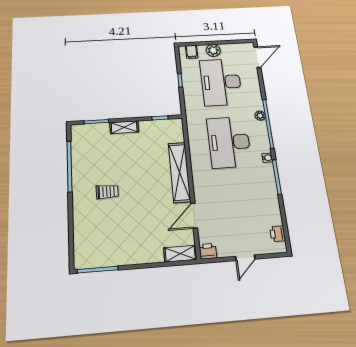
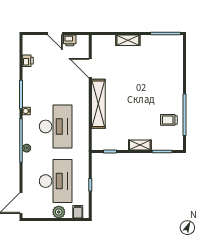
trolley: (107, 192) -> (169, 120), moved
door: (194, 216) -> (90, 68), swing flipped
printer: (278, 234) -> (28, 61), moved
printer: (208, 251) -> (70, 40), moved
shelving: (180, 254) -> (128, 40), moved
door: (245, 258) -> (55, 33), swing flipped

